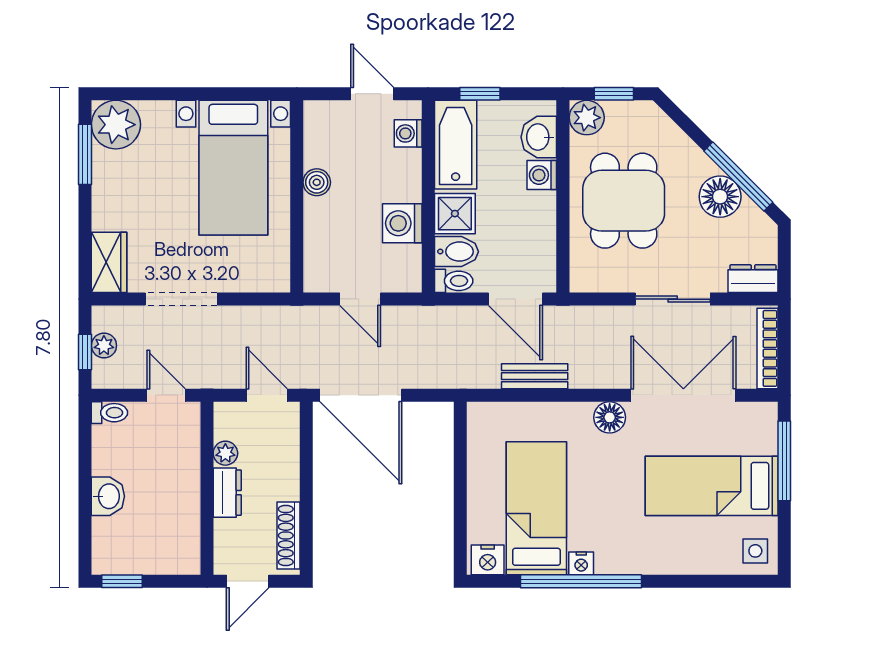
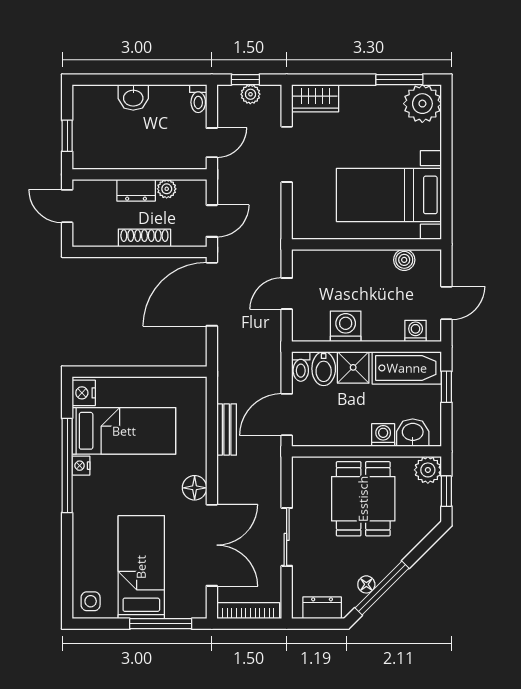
boiler: (317, 182) -> (404, 260), moved
floor lamp: (720, 197) -> (366, 584), width x0.53, depth x0.53
dining table: (624, 201) -> (363, 499), turned 90
dresser: (753, 279) -> (322, 608), moved, turned -90
shoe rack: (288, 536) -> (144, 238), moved
window: (122, 581) -> (67, 136), moved

